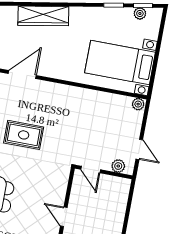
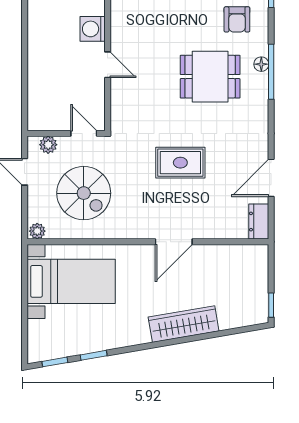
plant: (140, 13) -> (57, 351), removed
door: (22, 75) -> (174, 242), moved
spiral stairs: (99, 126) -> (84, 193), added

